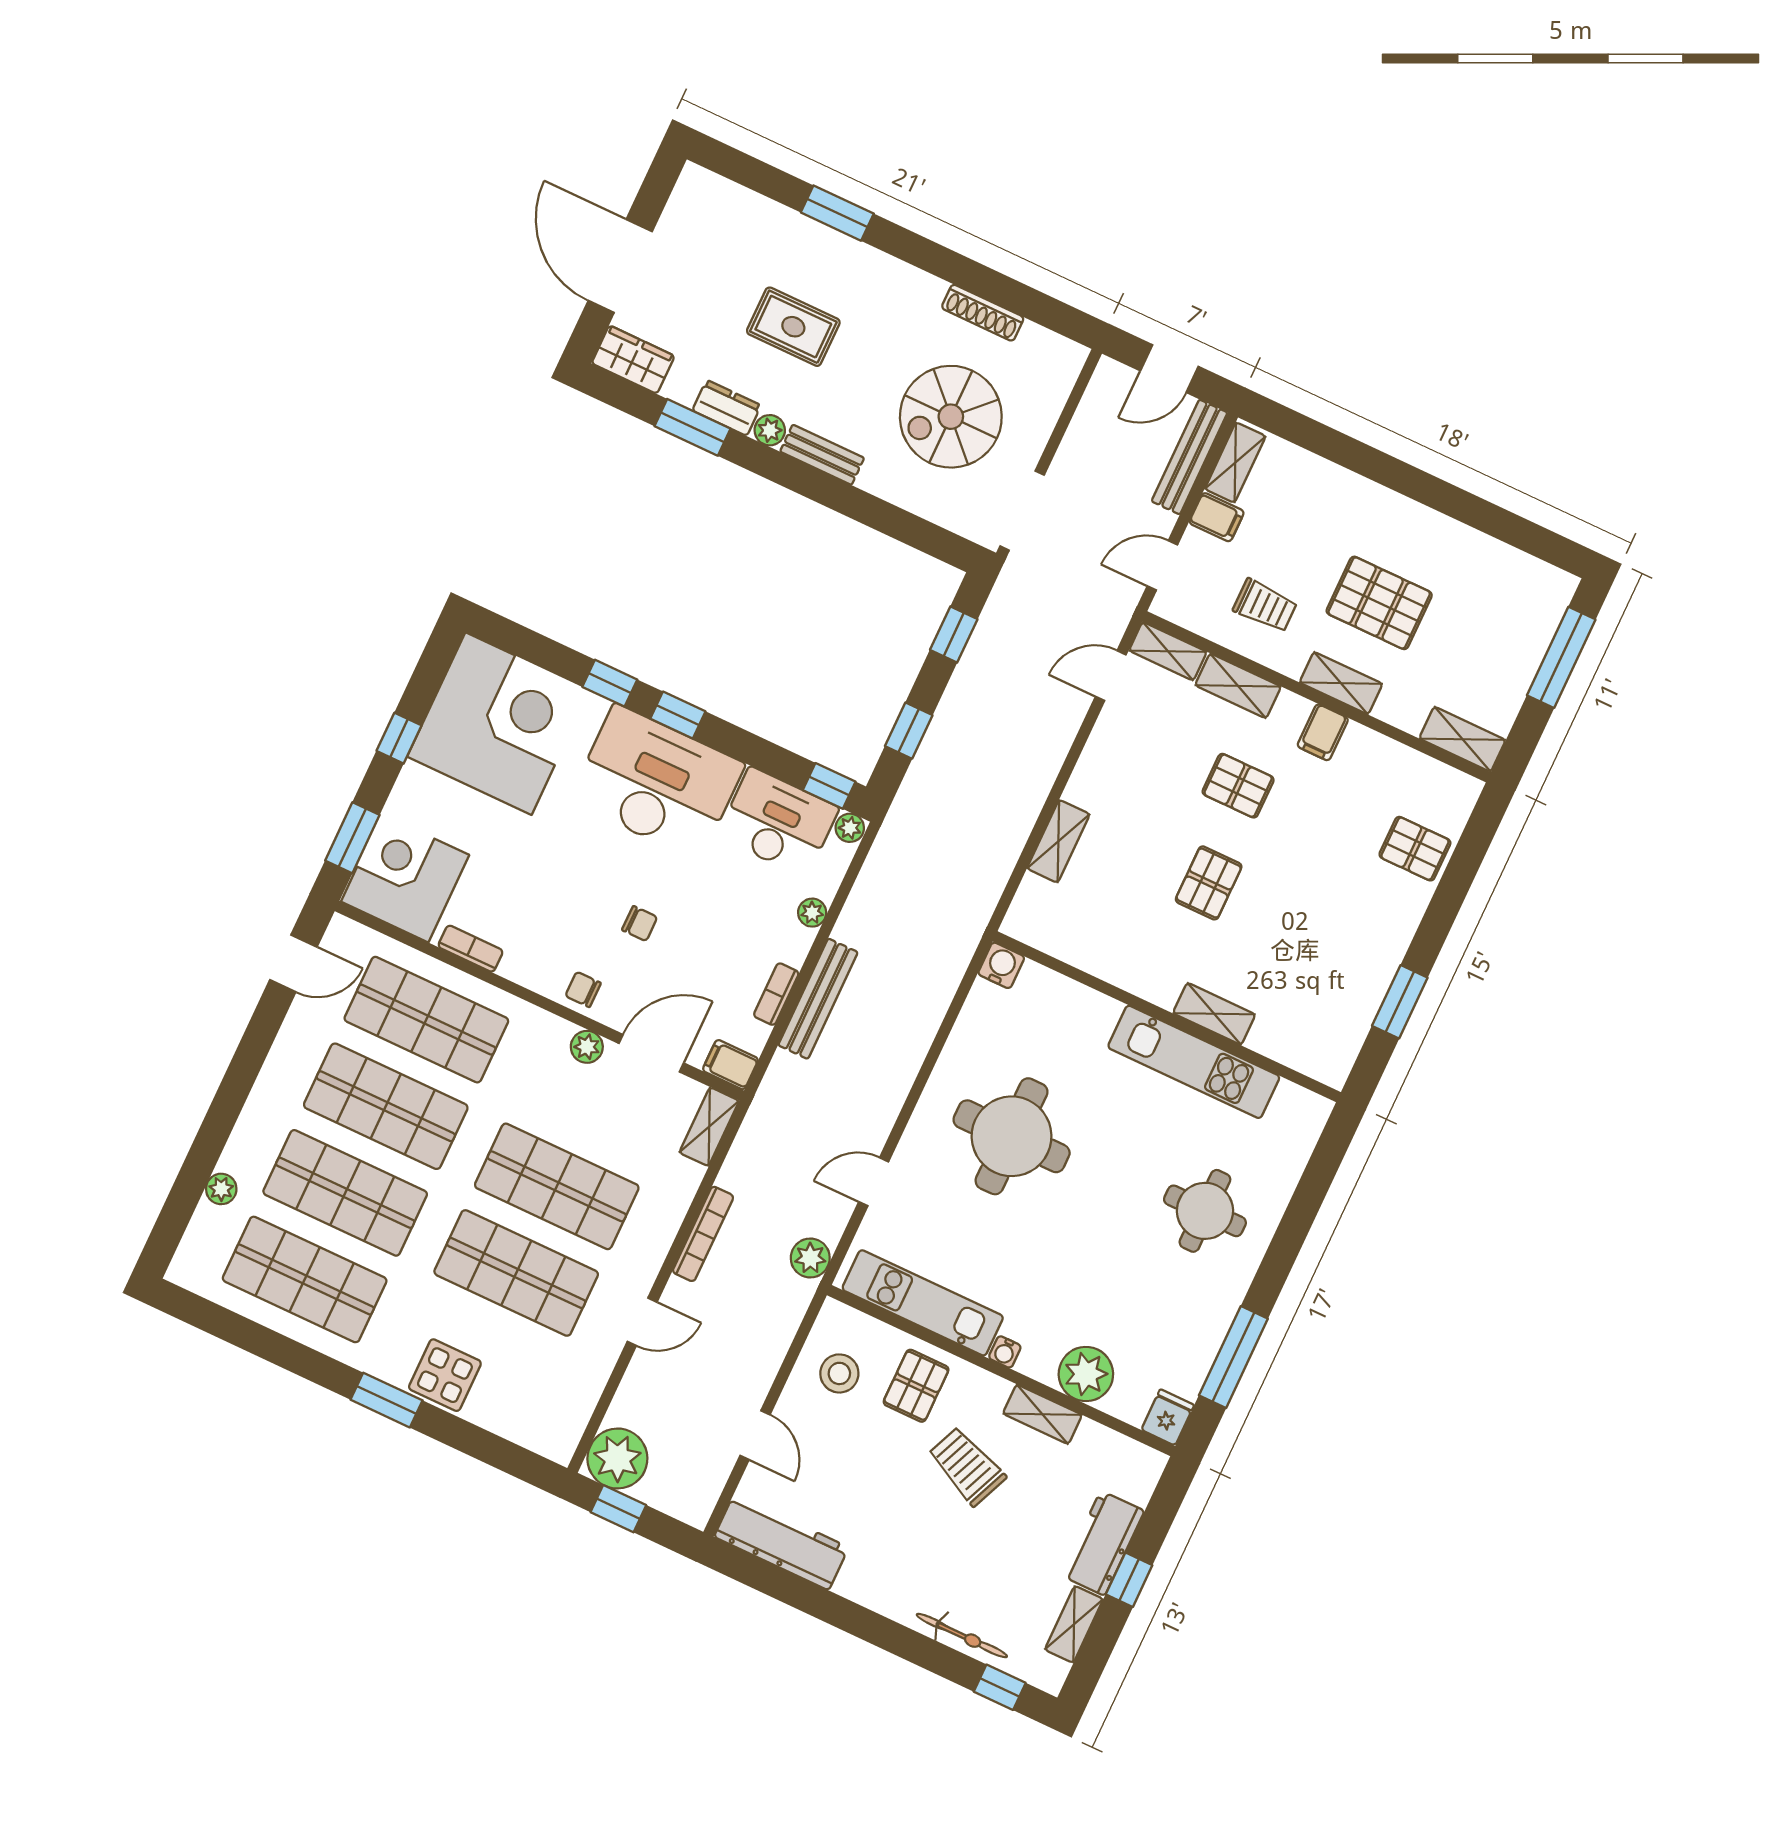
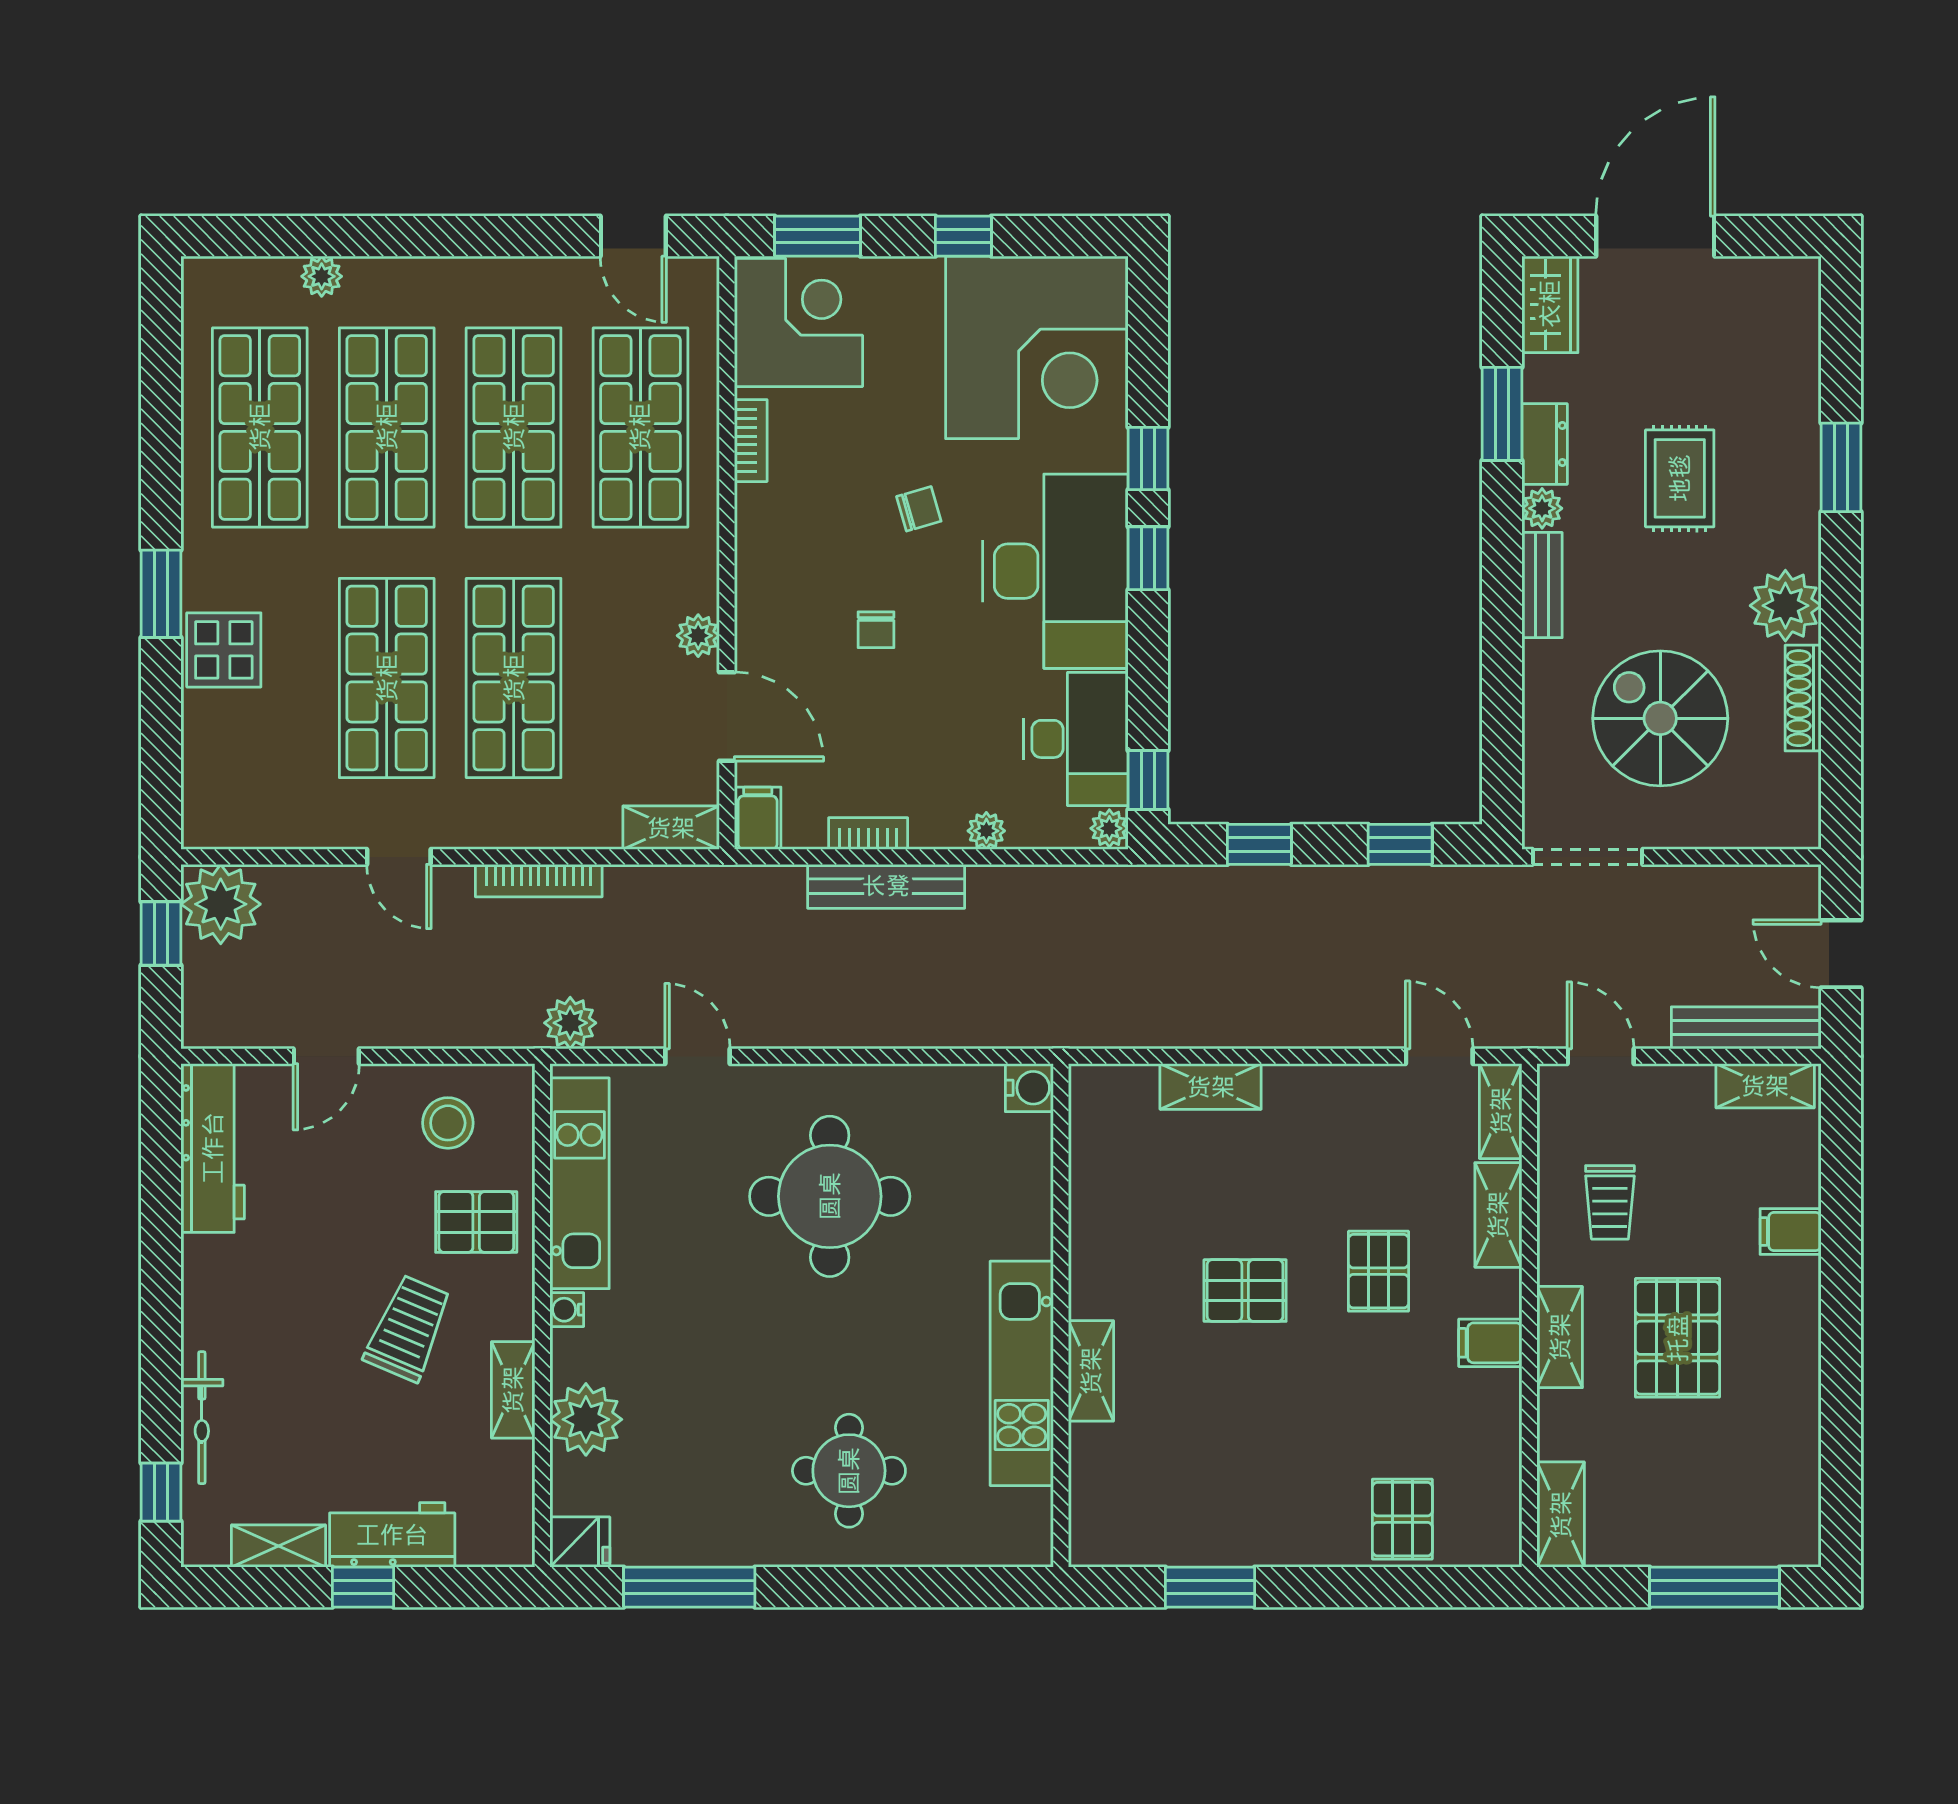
plant: (914, 295) -> (1785, 606), added
filing cabinet: (1217, 517) -> (1791, 1231), moved, turned 90
chair: (583, 989) -> (919, 509), moved, turned 74

